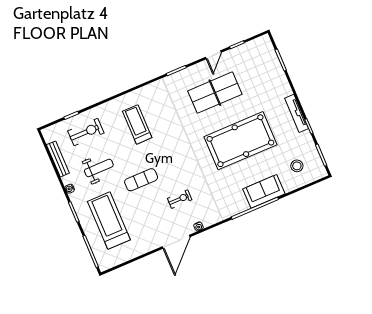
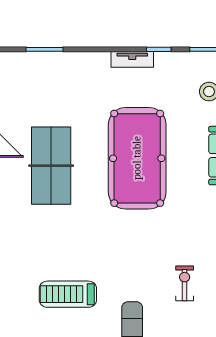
tv unit: (297, 113) -> (132, 59), width x0.71
treadmill: (137, 124) -> (68, 294), moved

